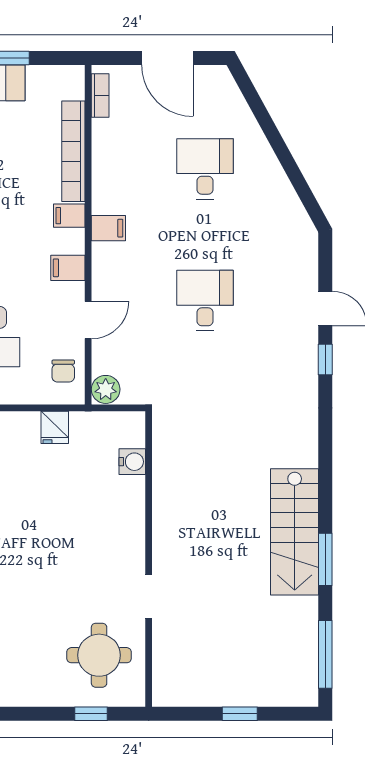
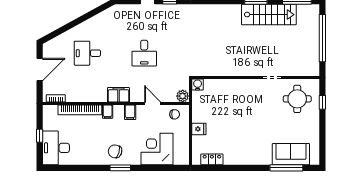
filing cabinet: (108, 228) -> (118, 95), width x2.00
desk: (205, 300) -> (144, 53), turned -90
fridge: (55, 427) -> (199, 129), moved
water cooler: (132, 462) -> (198, 85), moved
stairs: (295, 532) -> (269, 15), moved
window: (240, 714) -> (322, 38), width x3.17

